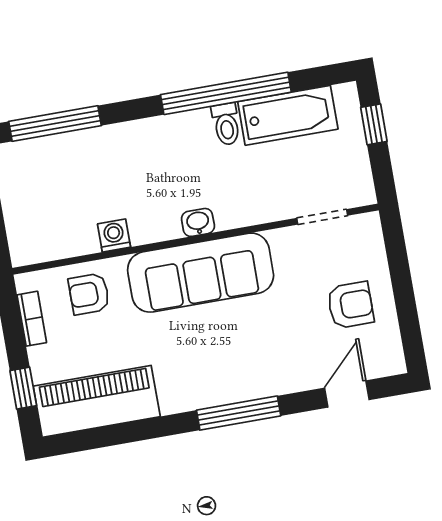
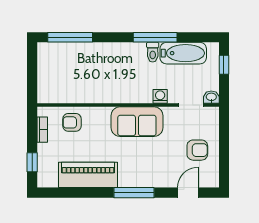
window: (226, 93) -> (155, 37), width x0.68
washbasin: (198, 222) -> (211, 97), moved
washing machine: (114, 236) -> (160, 96), moved
sofa: (201, 273) -> (137, 122), width x0.73
piano: (97, 401) -> (88, 175), moved

